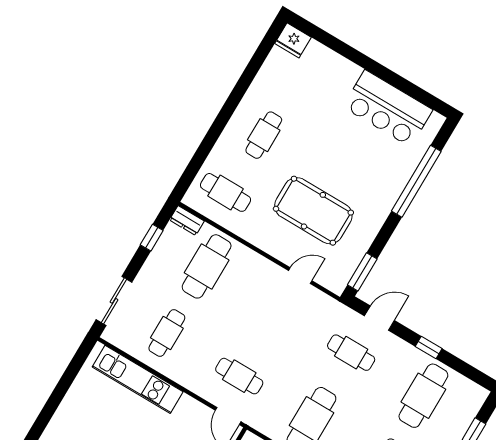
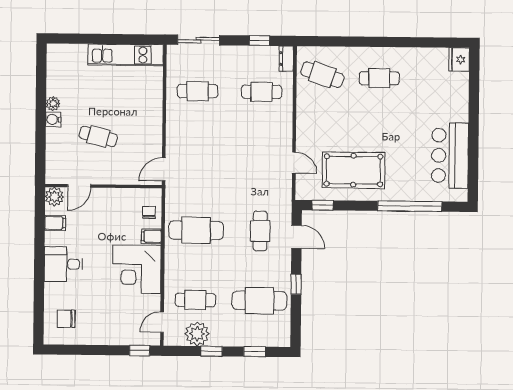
cafe table: (226, 192) -> (322, 75), turned -71
pool table: (313, 211) -> (353, 170), moved, turned 90
cafe table: (207, 266) -> (262, 92), width x0.73, depth x0.74
window: (362, 272) -> (322, 205), width x0.67
cafe table: (239, 376) -> (197, 161), removed
kitchen unit: (138, 379) -> (126, 55), moved, turned -90

